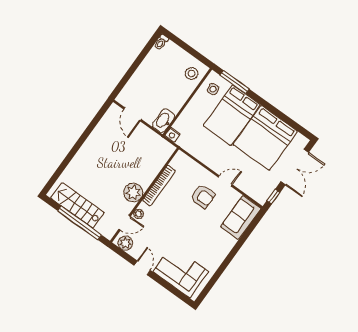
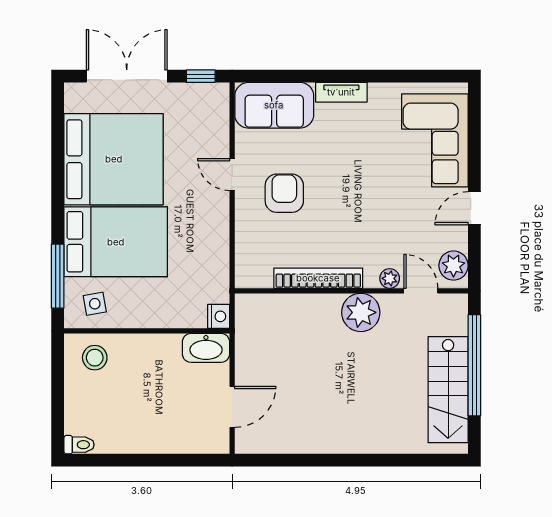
tv unit: (227, 248) -> (341, 92), added

